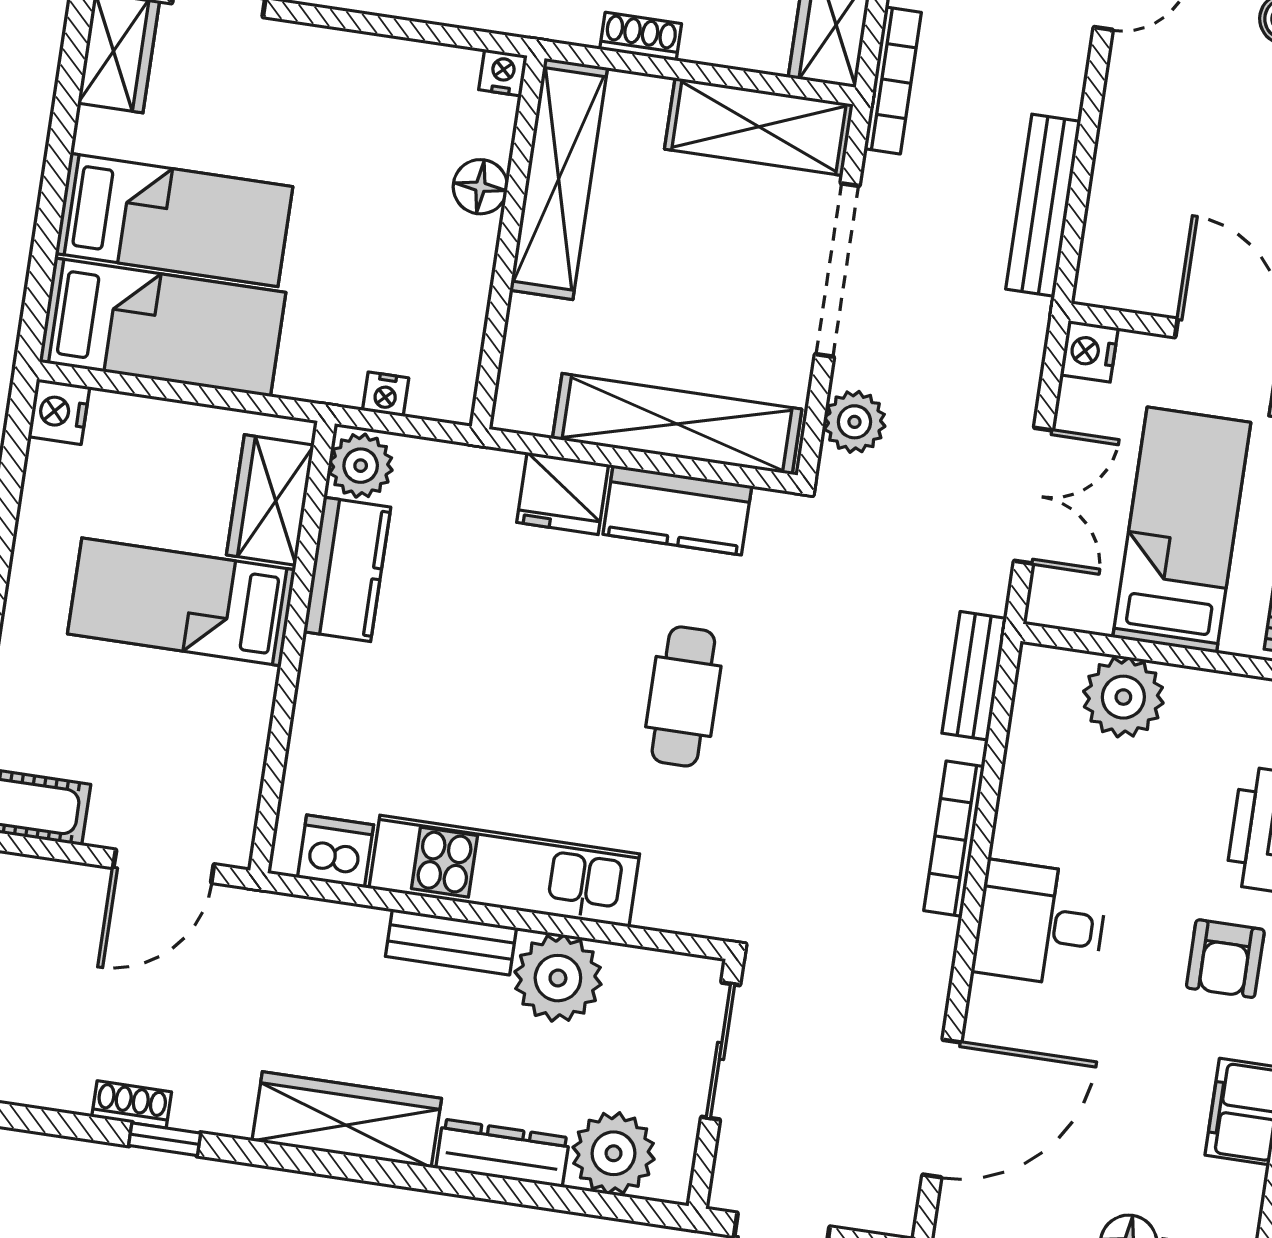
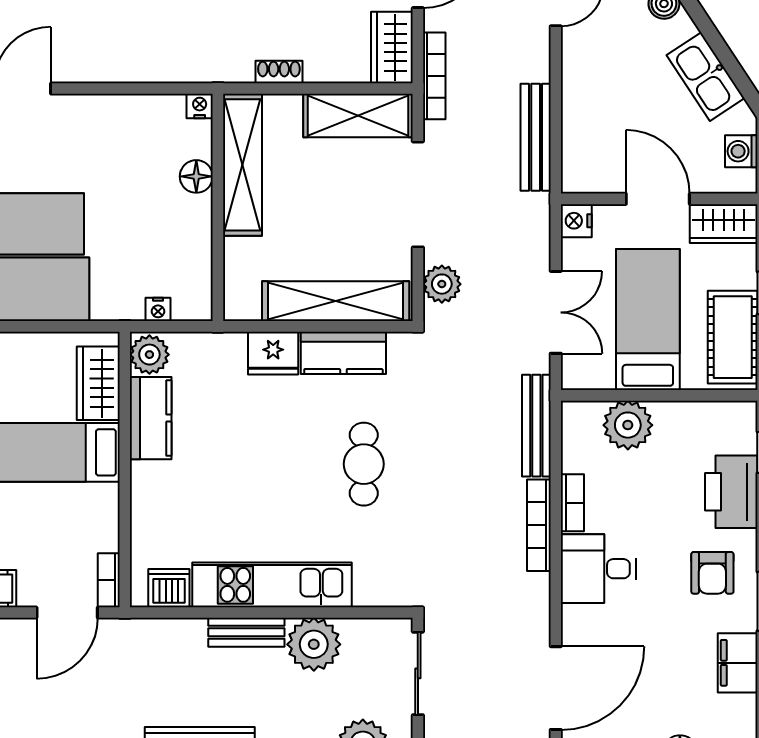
bench: (974, 676) -> (536, 426), width x1.36
bookcase: (1014, 810) -> (572, 503), added
bookcase: (239, 824) -> (109, 580), added

